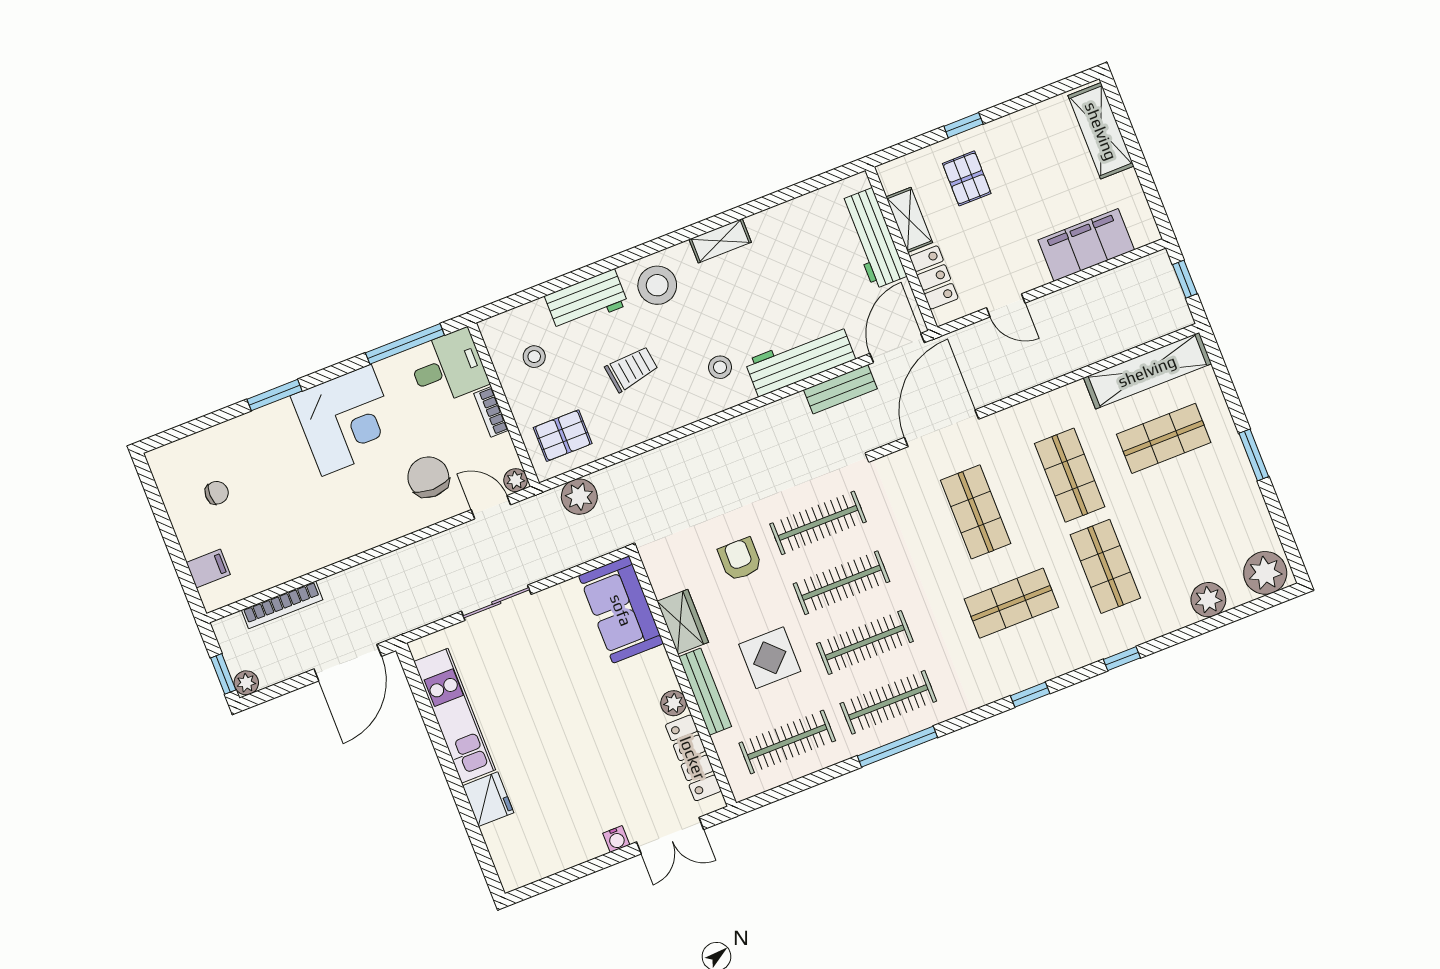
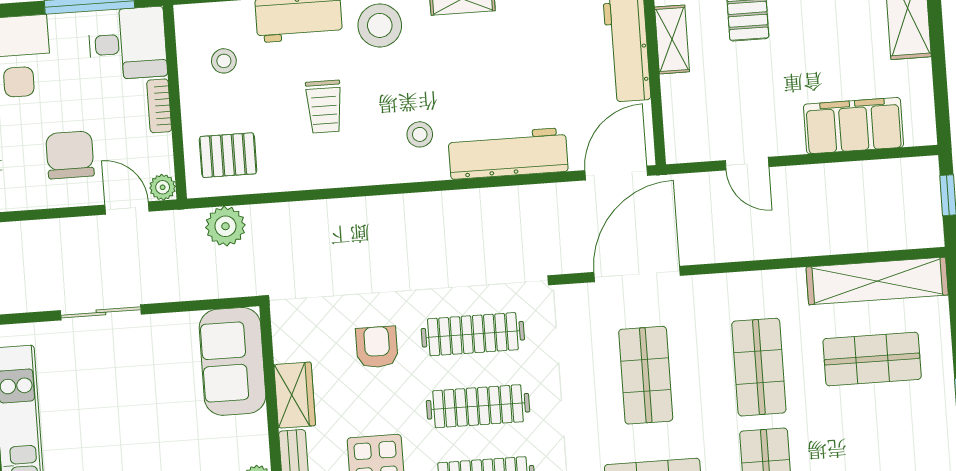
locker: (934, 277) -> (679, 110), removed
trolley: (632, 369) -> (324, 107), turned 98
bench: (840, 389) -> (542, 198), removed

